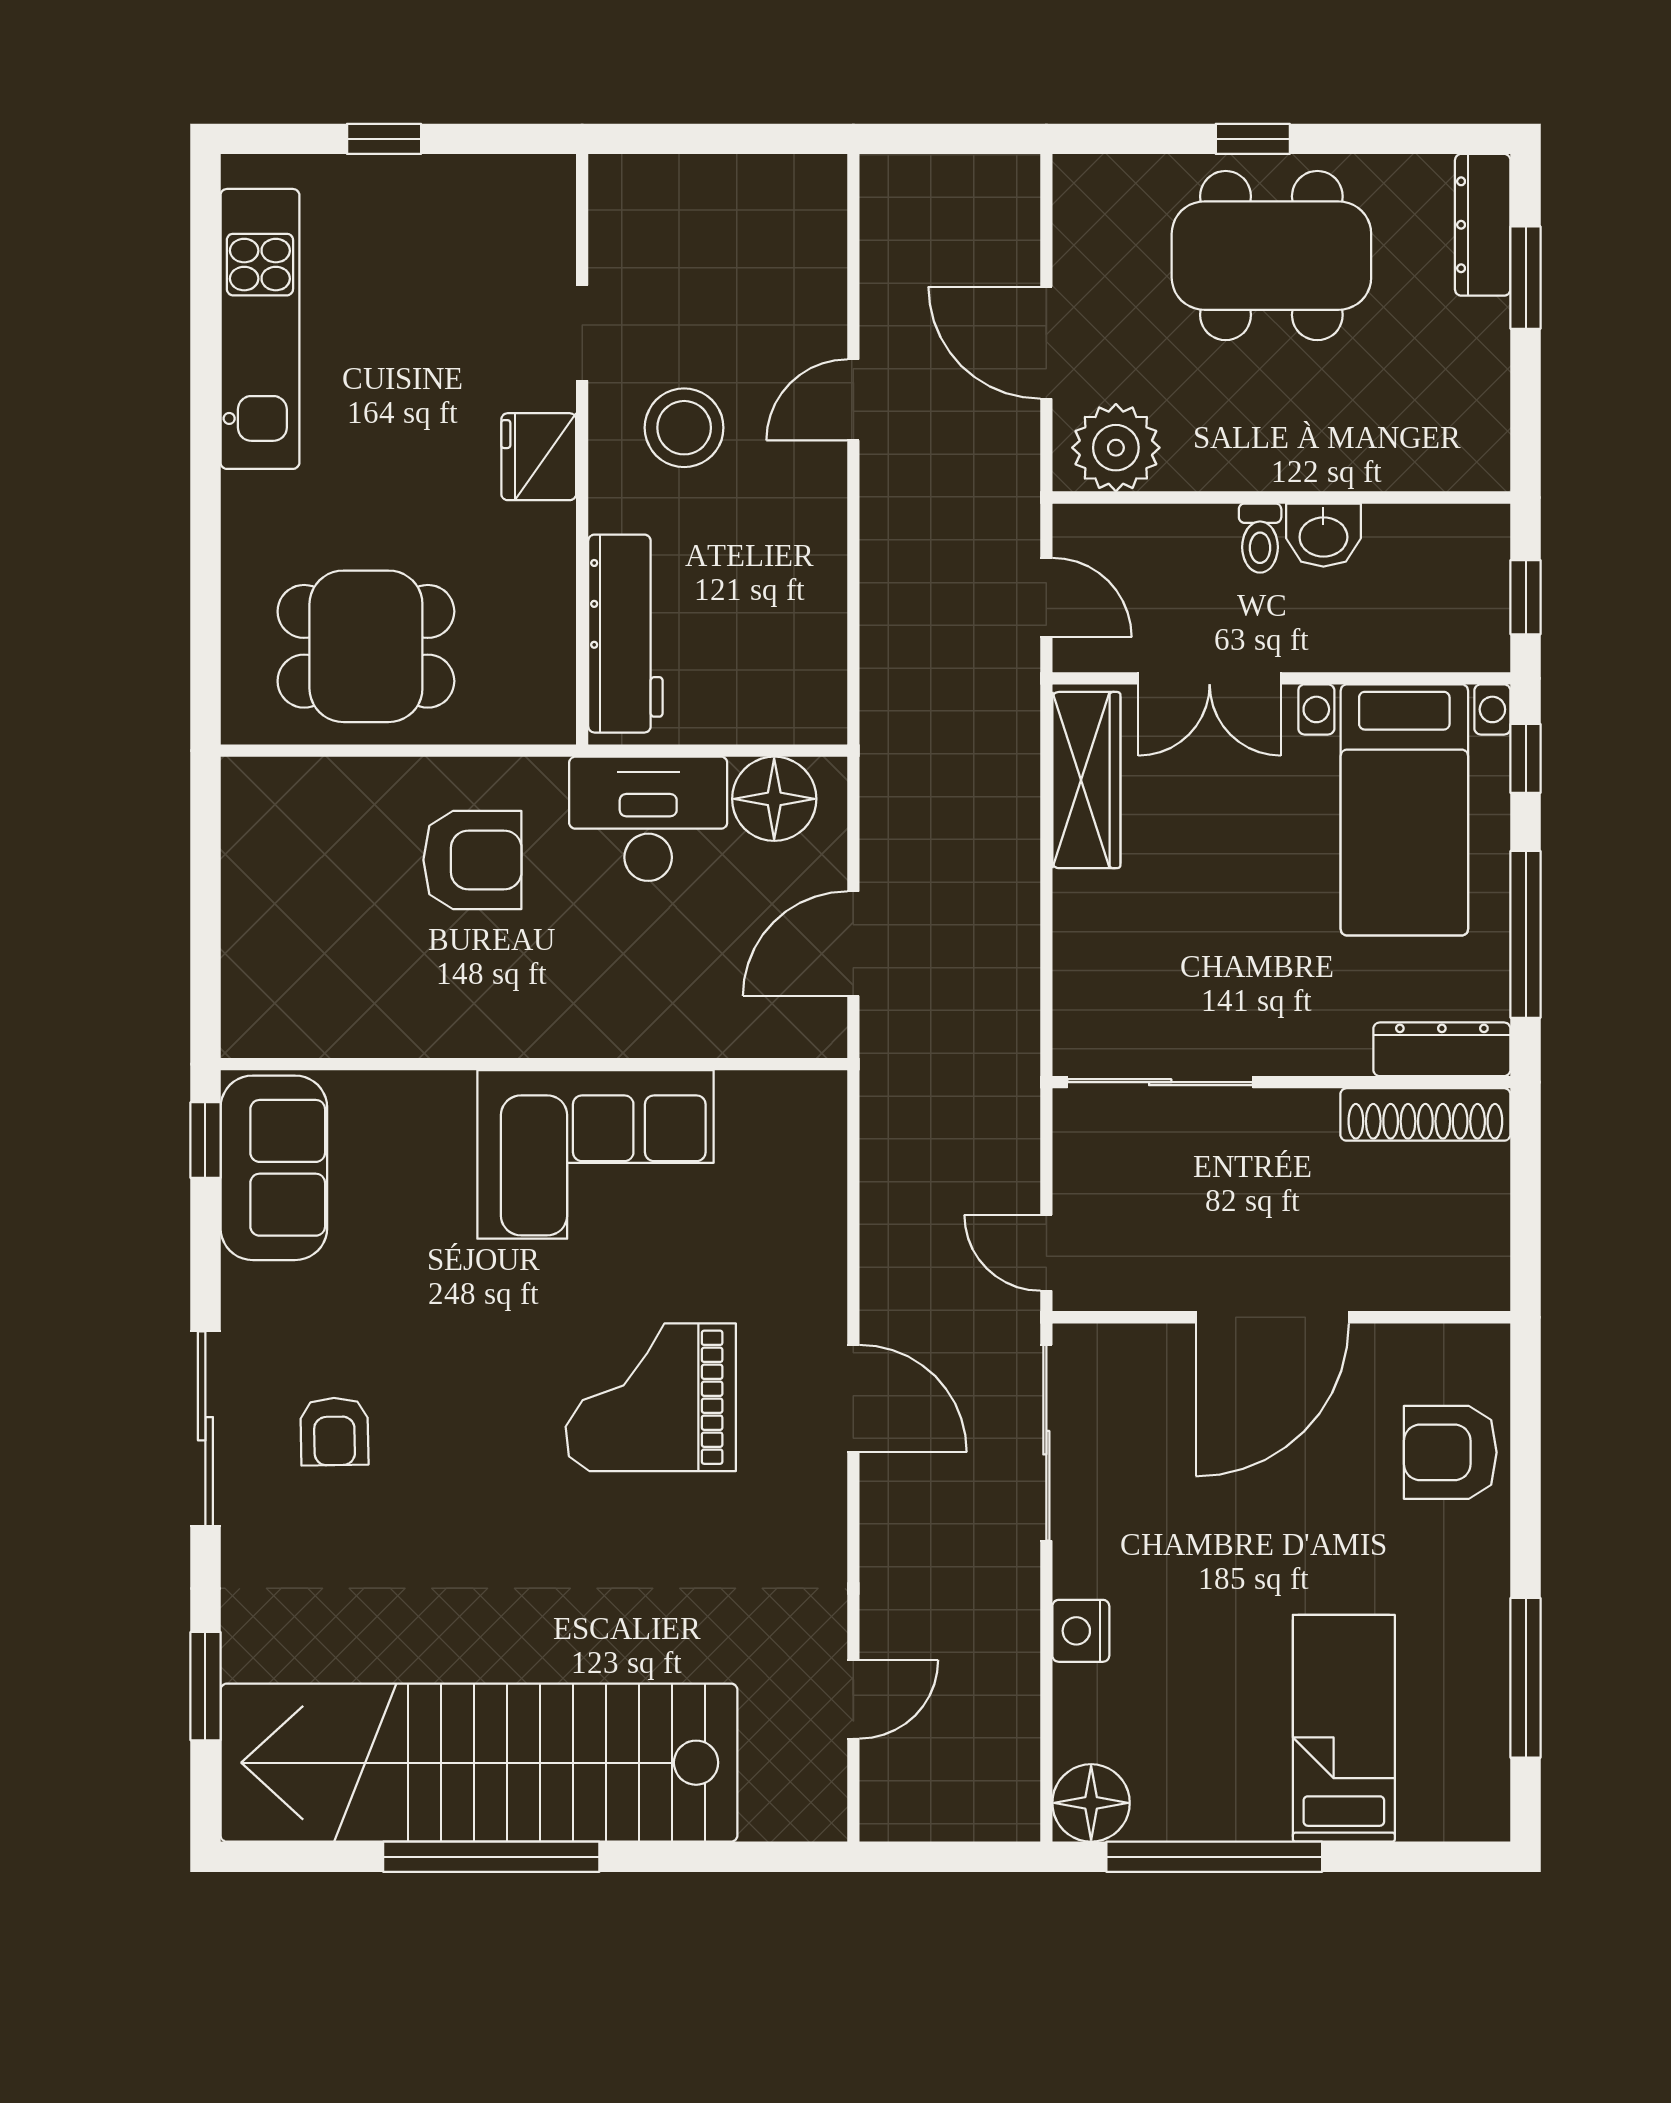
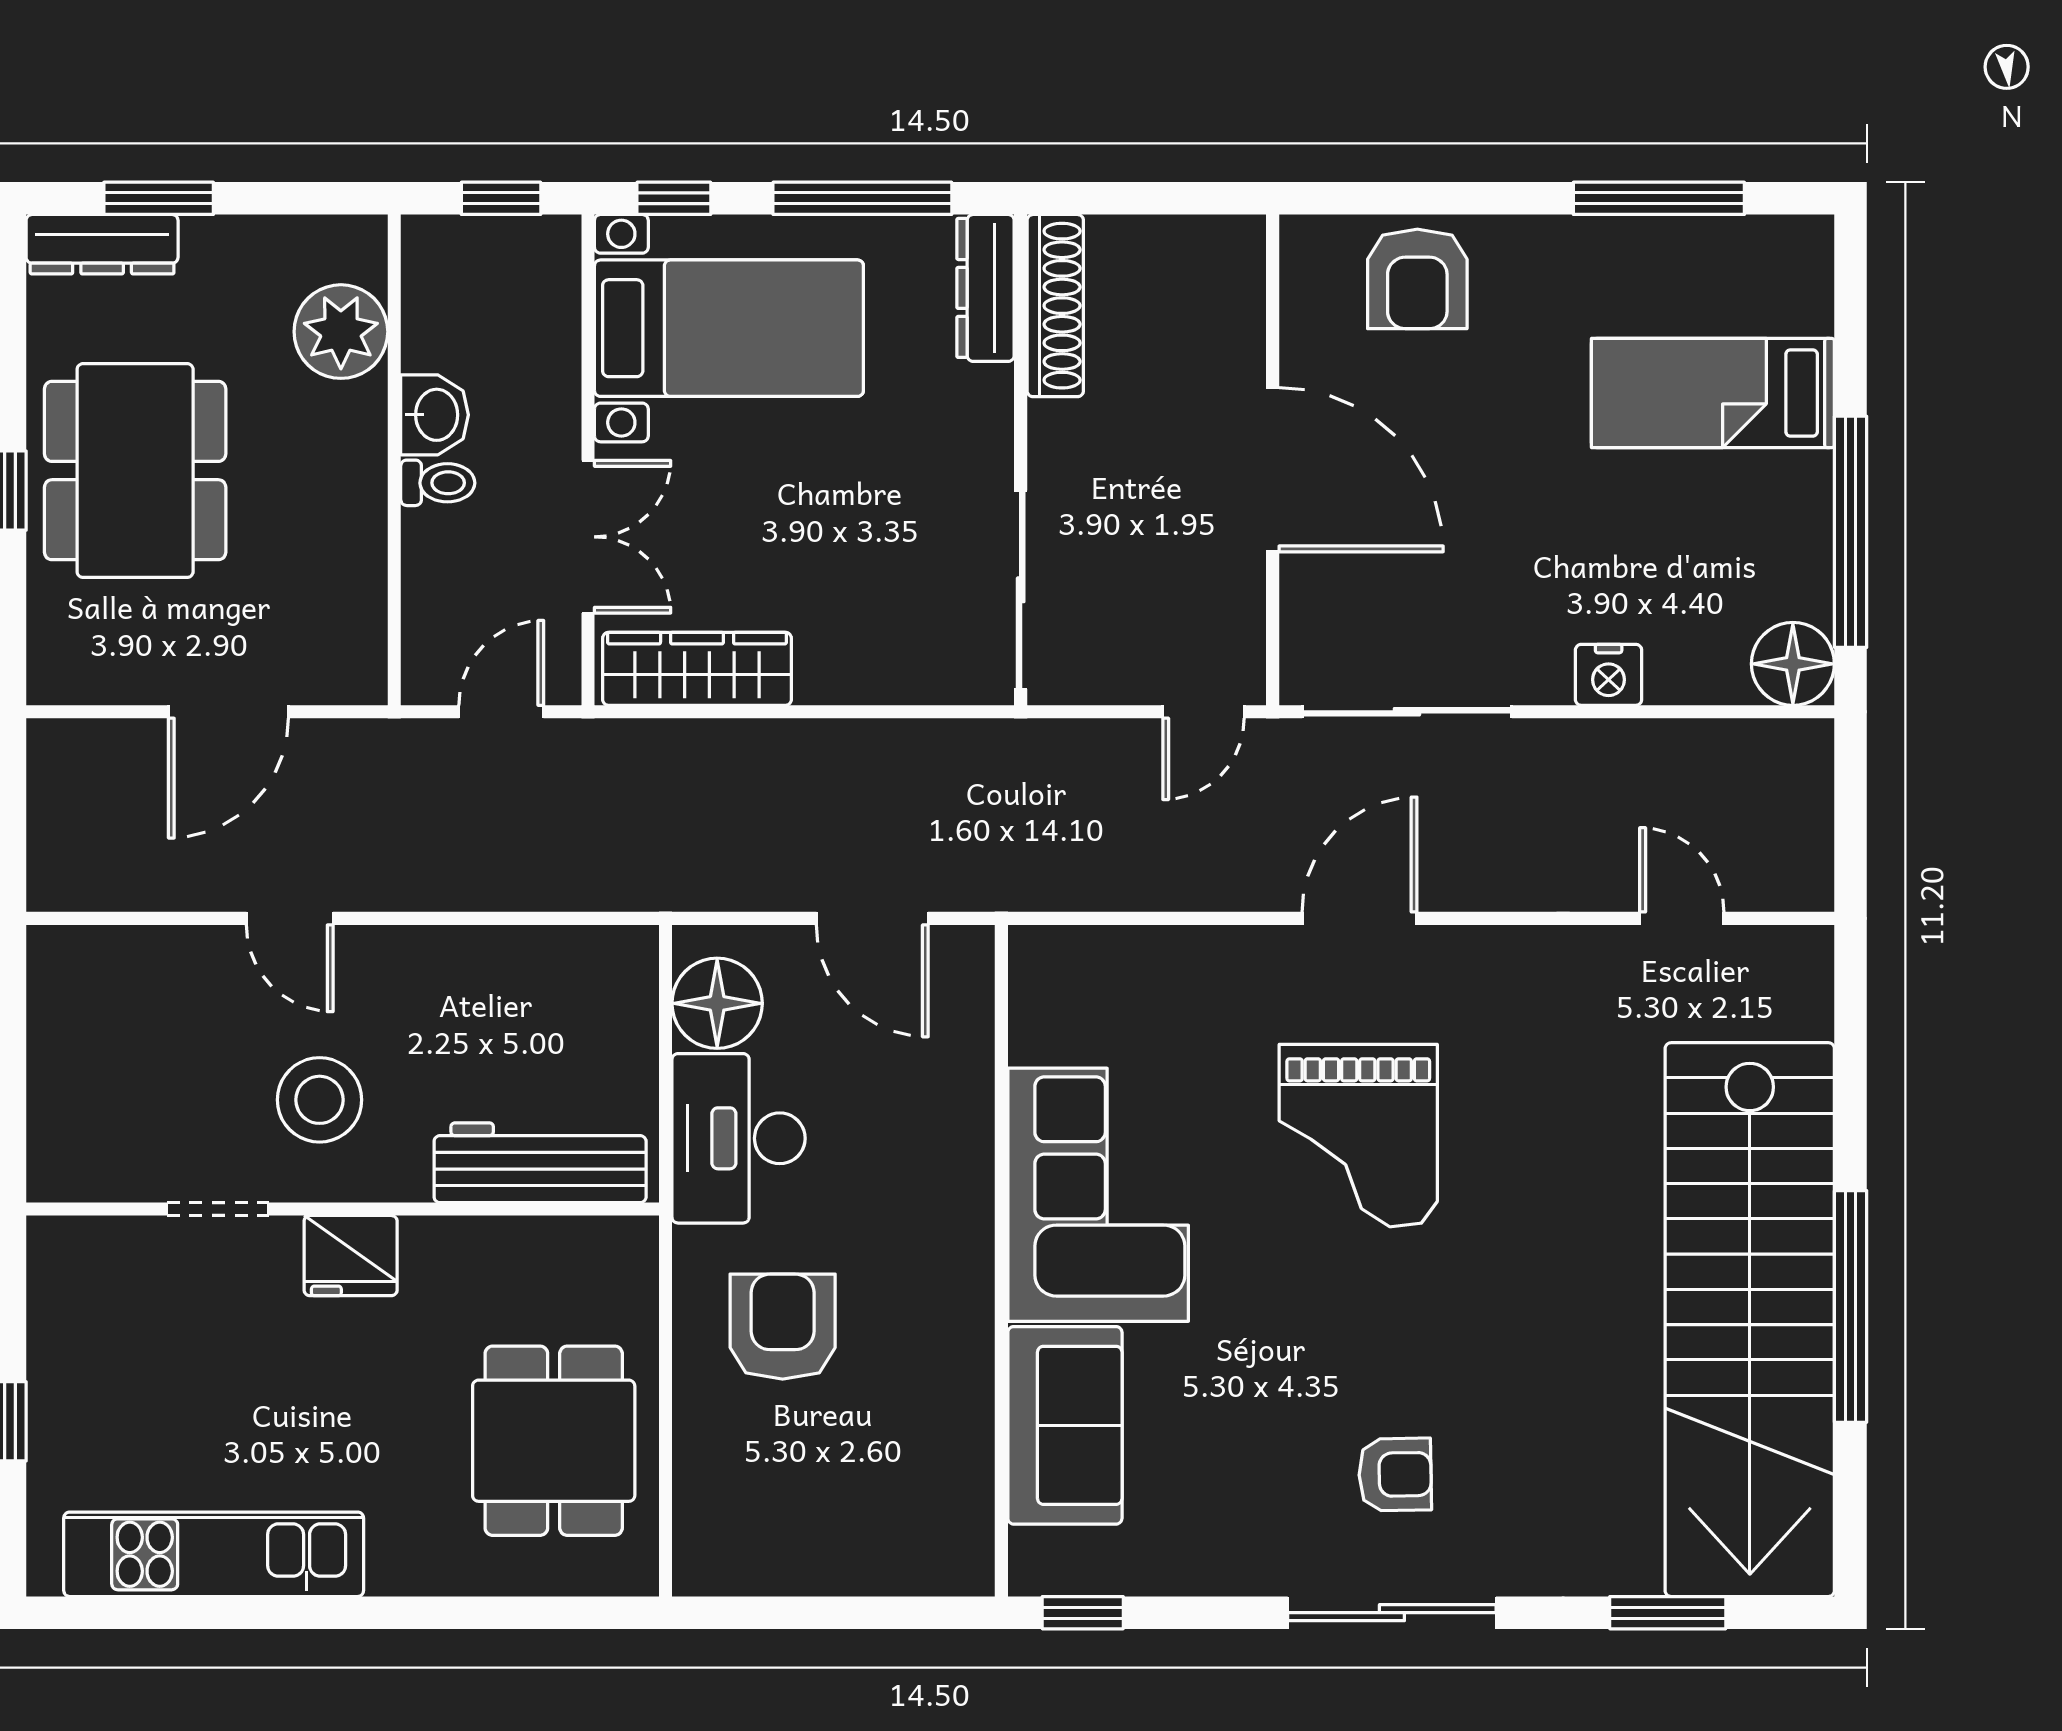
plant: (1116, 448) -> (341, 332), moved
sofa: (274, 1168) -> (1065, 1425), moved, turned 90

